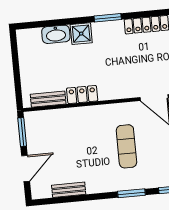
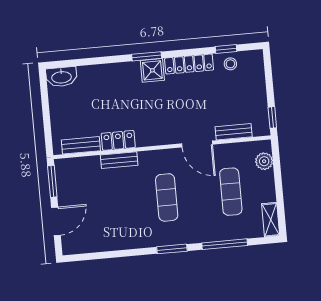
washbasin: (56, 34) -> (61, 77), moved
shower: (81, 34) -> (152, 70), moved
bench: (69, 190) -> (119, 160), moved

